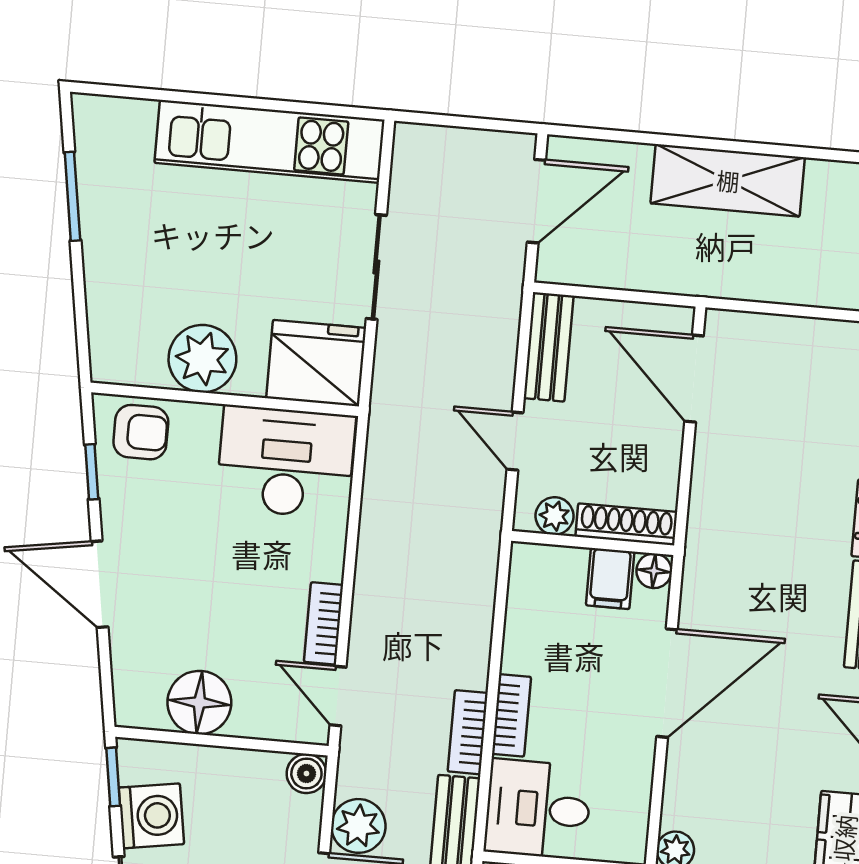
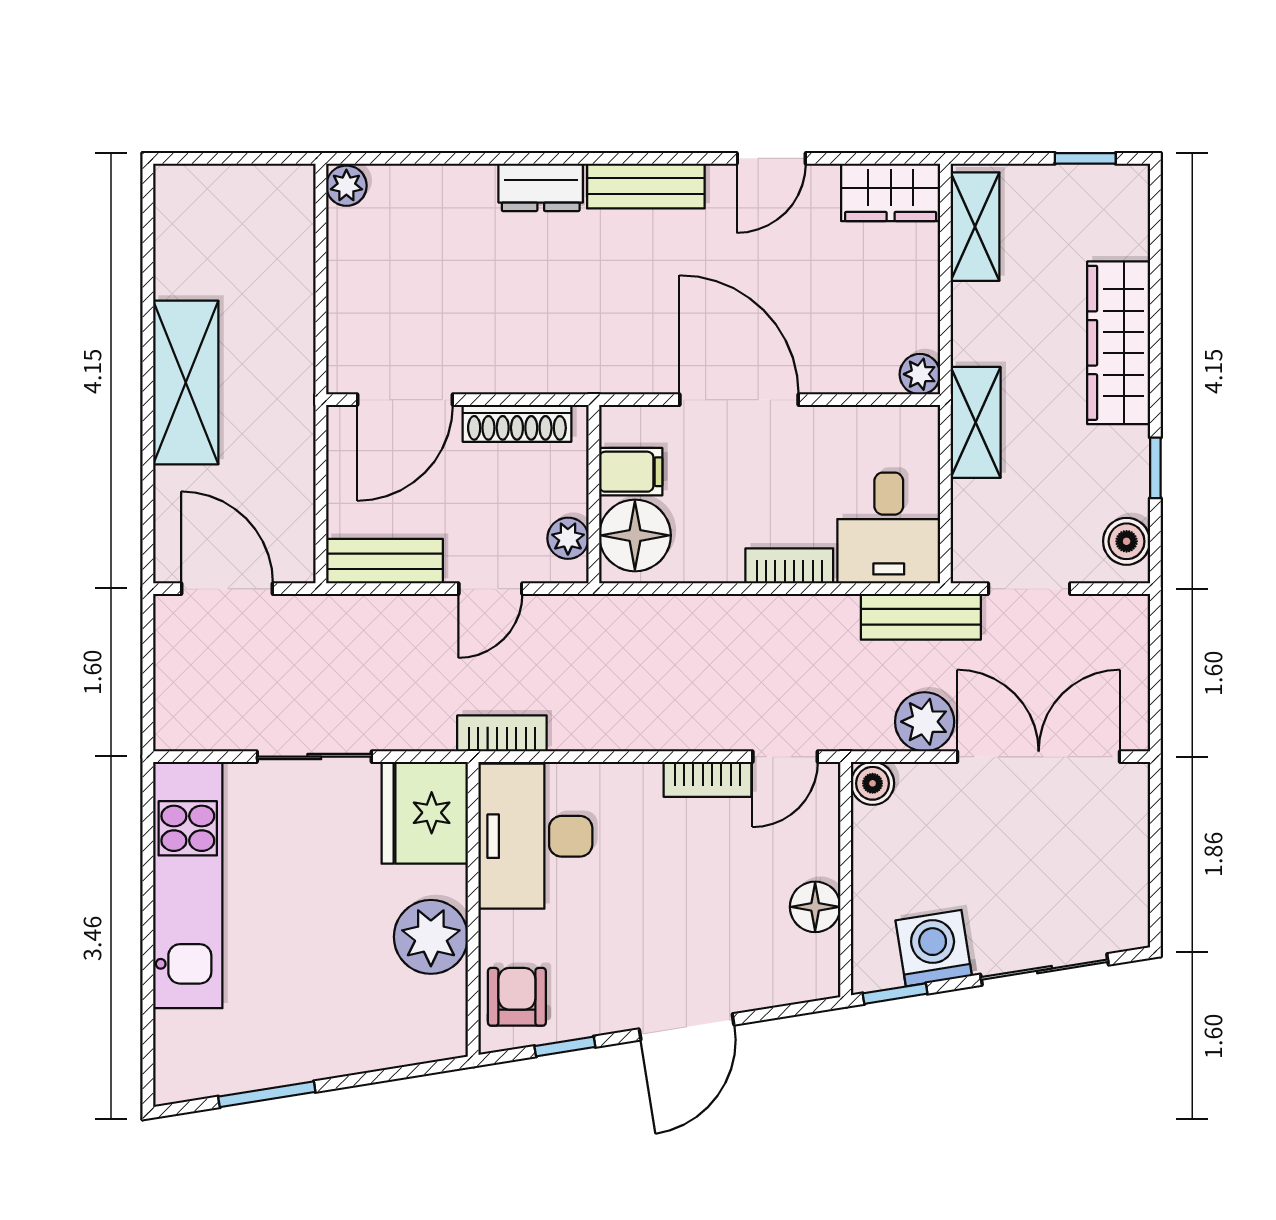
shoe rack: (626, 524) -> (517, 423), moved, turned -90
floor lamp: (654, 571) -> (635, 535), moved, width x1.89, depth x1.89
floor lamp: (199, 703) -> (815, 907), width x0.73, depth x0.73
bookcase: (468, 732) -> (502, 733), moved, turned 180

